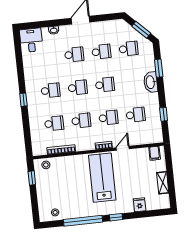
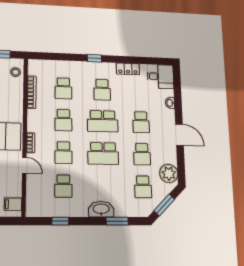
plant: (115, 27) -> (169, 174), added
locker: (29, 70) -> (128, 69), added
school desk: (105, 85) -> (103, 153), width x1.85
school desk: (78, 88) -> (103, 121), width x1.85

